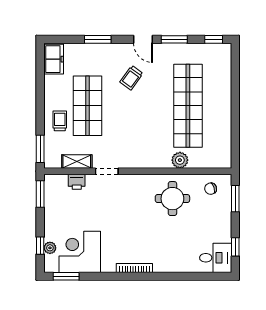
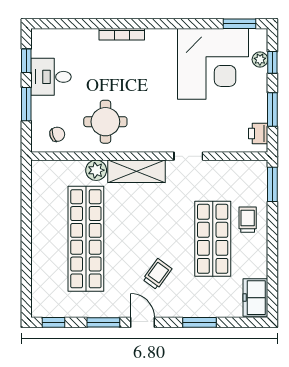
trolley: (60, 121) -> (248, 220), turned 180
shelving: (77, 162) -> (136, 171), moved, width x1.50, depth x1.33
printer: (77, 182) -> (258, 134), moved, turned -90
window: (40, 194) -> (272, 110), moved
window: (235, 199) -> (26, 104), moved
corner desk: (80, 252) -> (213, 64), width x1.36, depth x1.36
desk: (216, 258) -> (51, 77), moved
bookcase: (134, 268) -> (122, 34), moved

